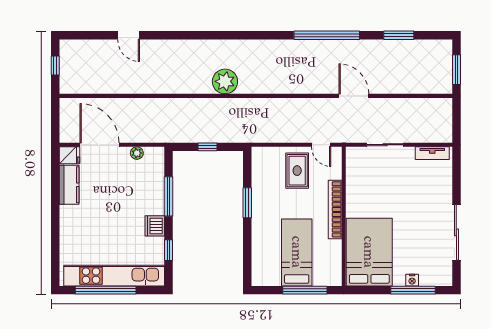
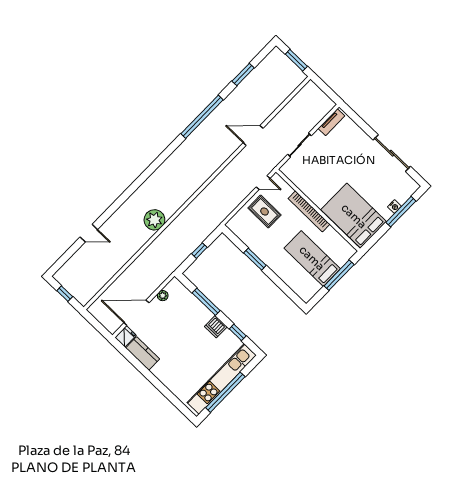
plant: (225, 81) -> (154, 220), moved

